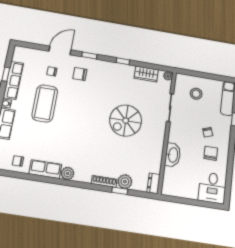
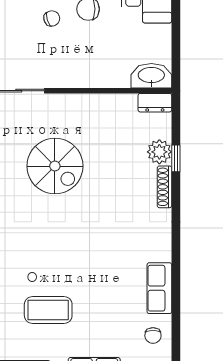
coffee table: (45, 103) -> (48, 310), width x0.73, depth x0.76
washbasin: (173, 155) -> (151, 76), moved
plant: (68, 173) -> (161, 250), removed

